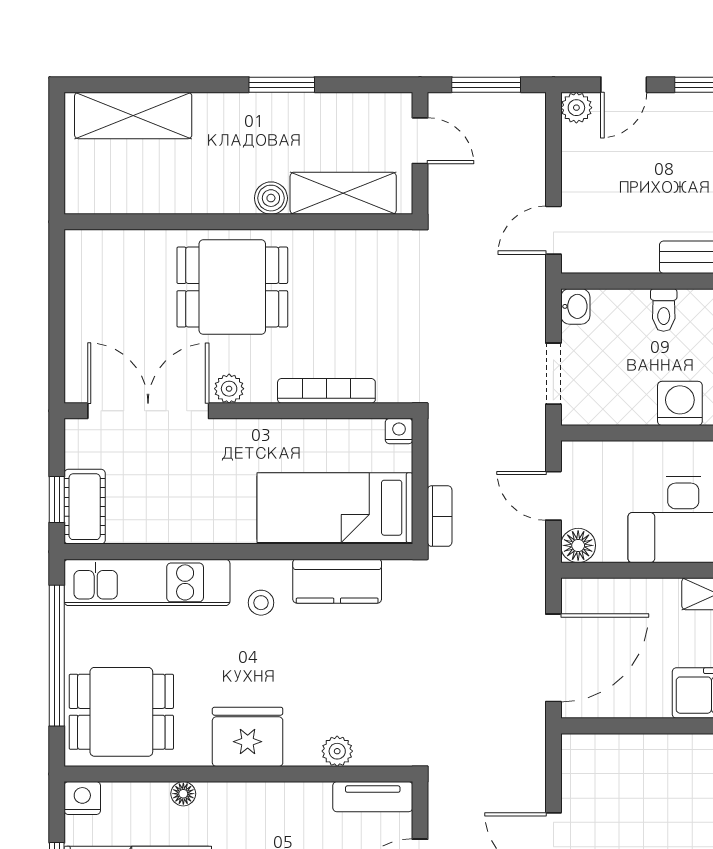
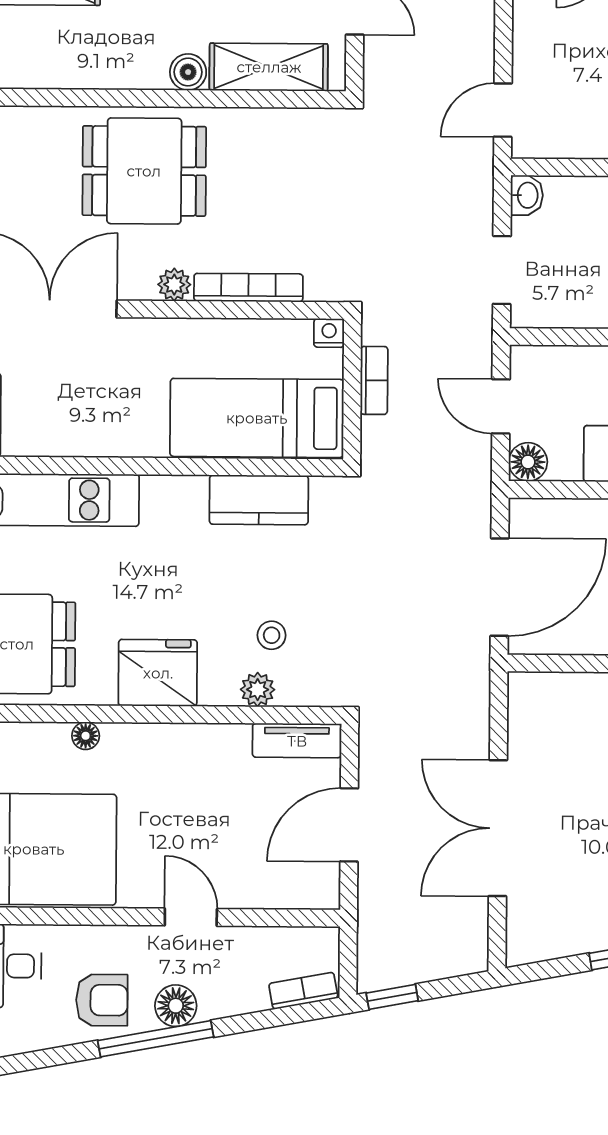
plant: (229, 389) -> (174, 285), moved
bookcase: (440, 516) -> (374, 380), moved
stool: (261, 603) -> (272, 635), moved

